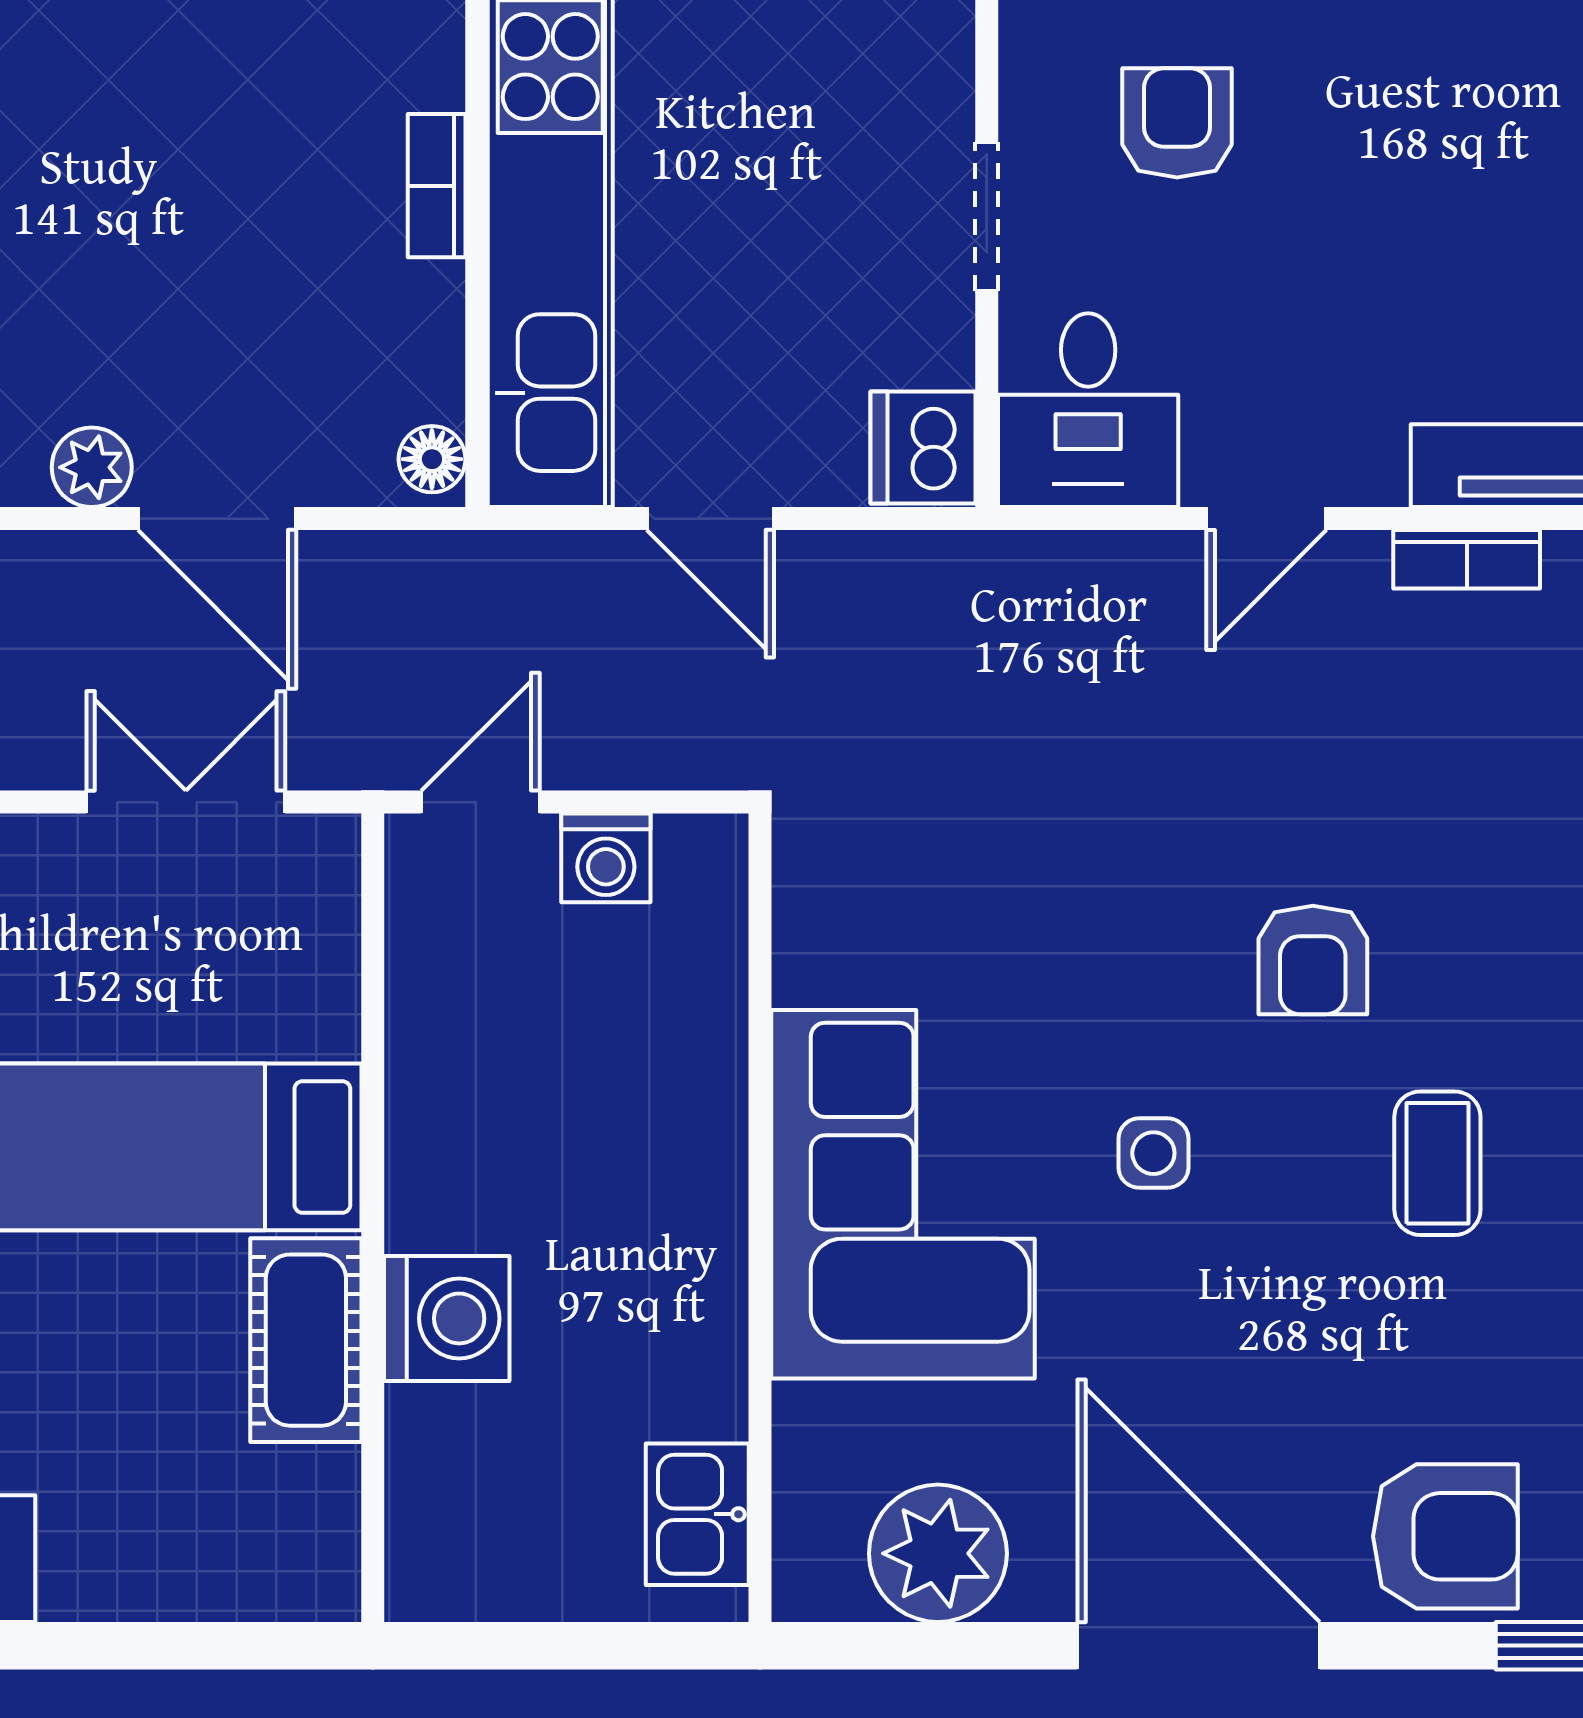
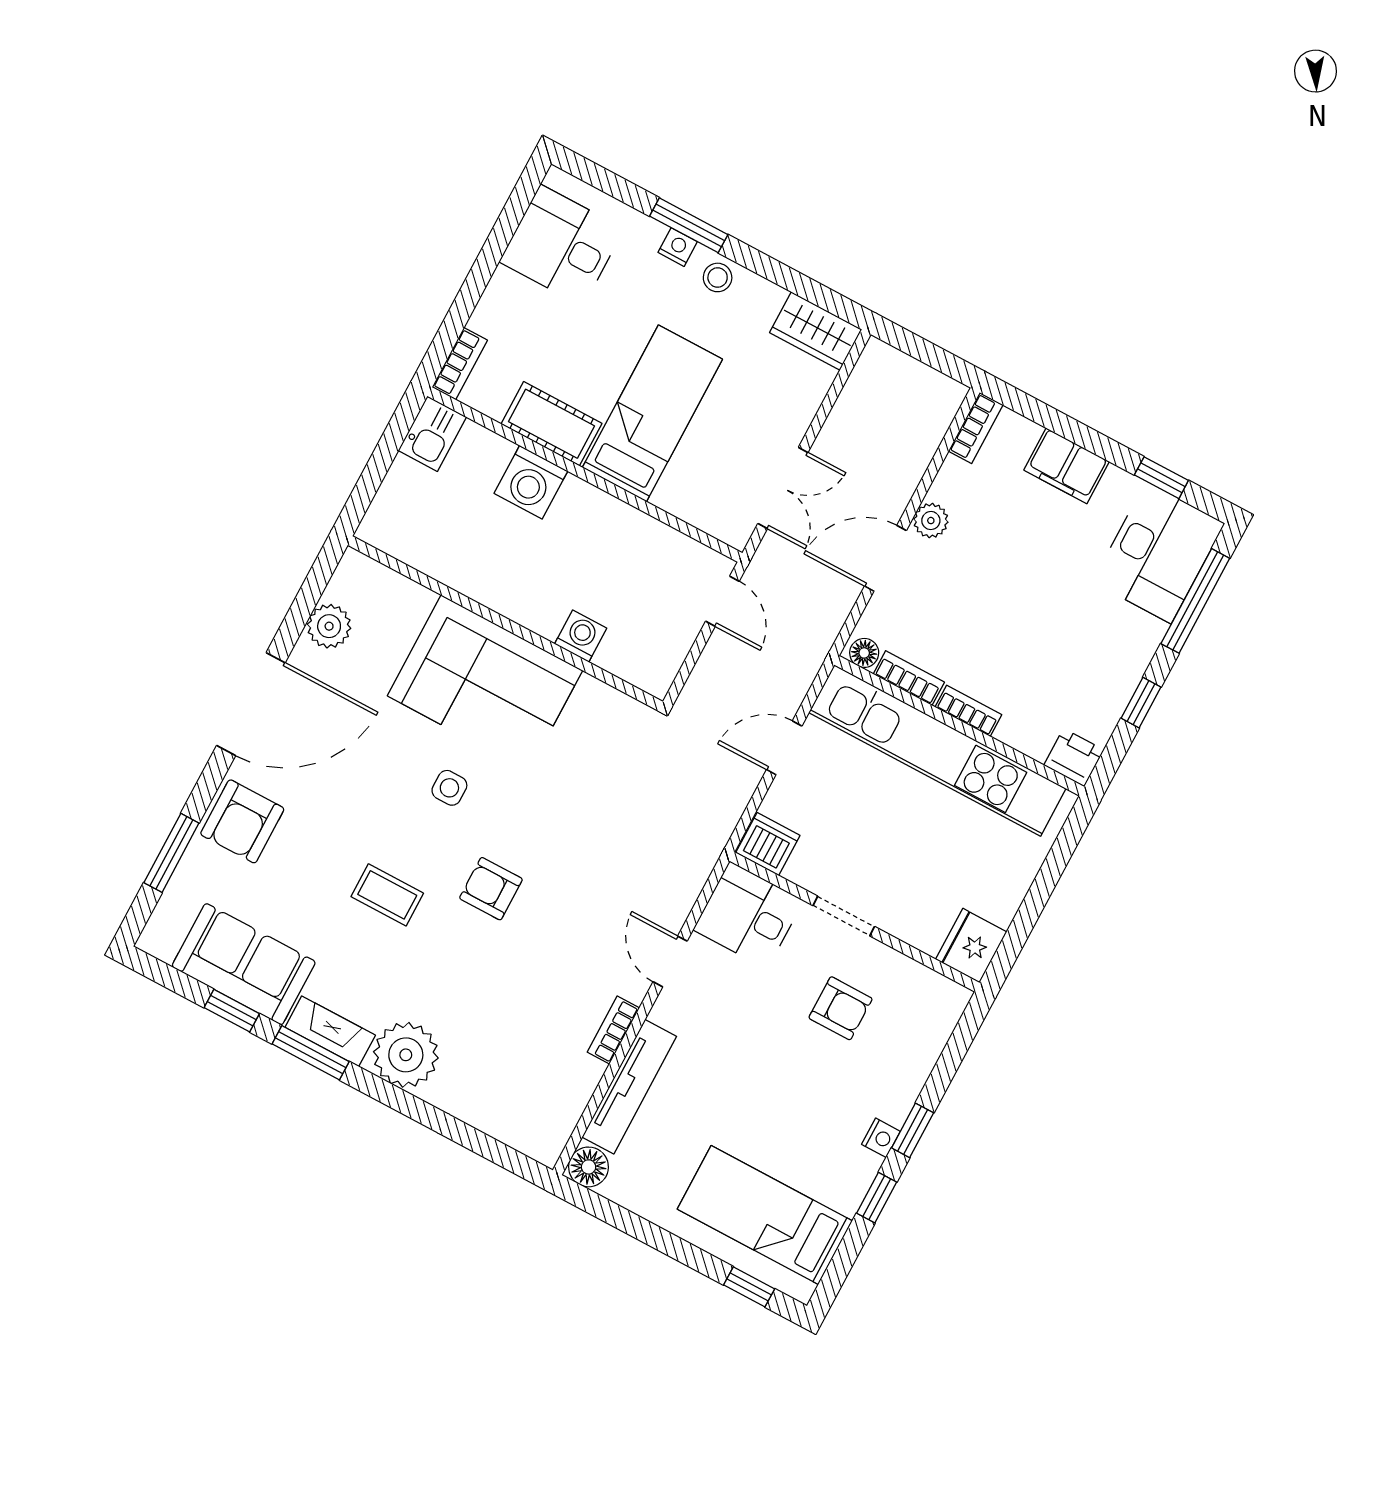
bookcase: (435, 342) -> (909, 678), added
washing machine: (606, 858) -> (581, 636), moved, turned 90
kitchen sink: (697, 1514) -> (432, 434), moved, turned 90
plant: (938, 1553) -> (329, 626), width x0.73, depth x0.73
bookcase: (283, 1591) -> (460, 364), added

